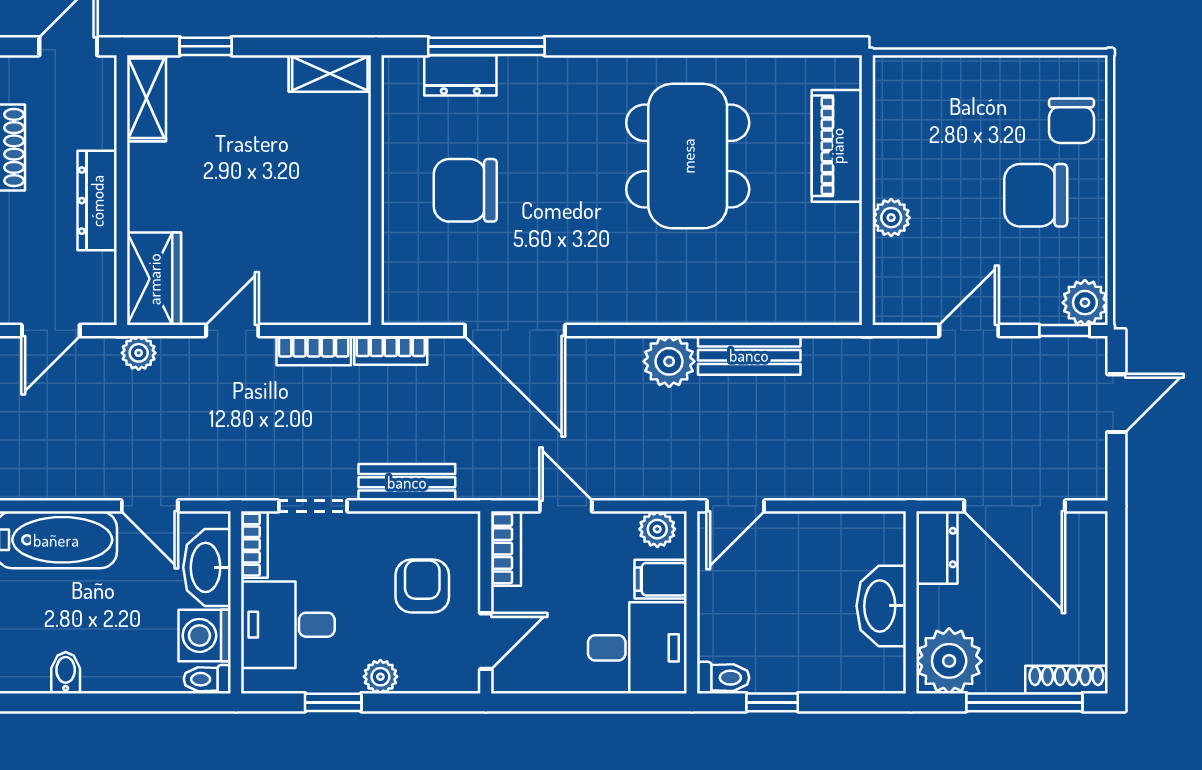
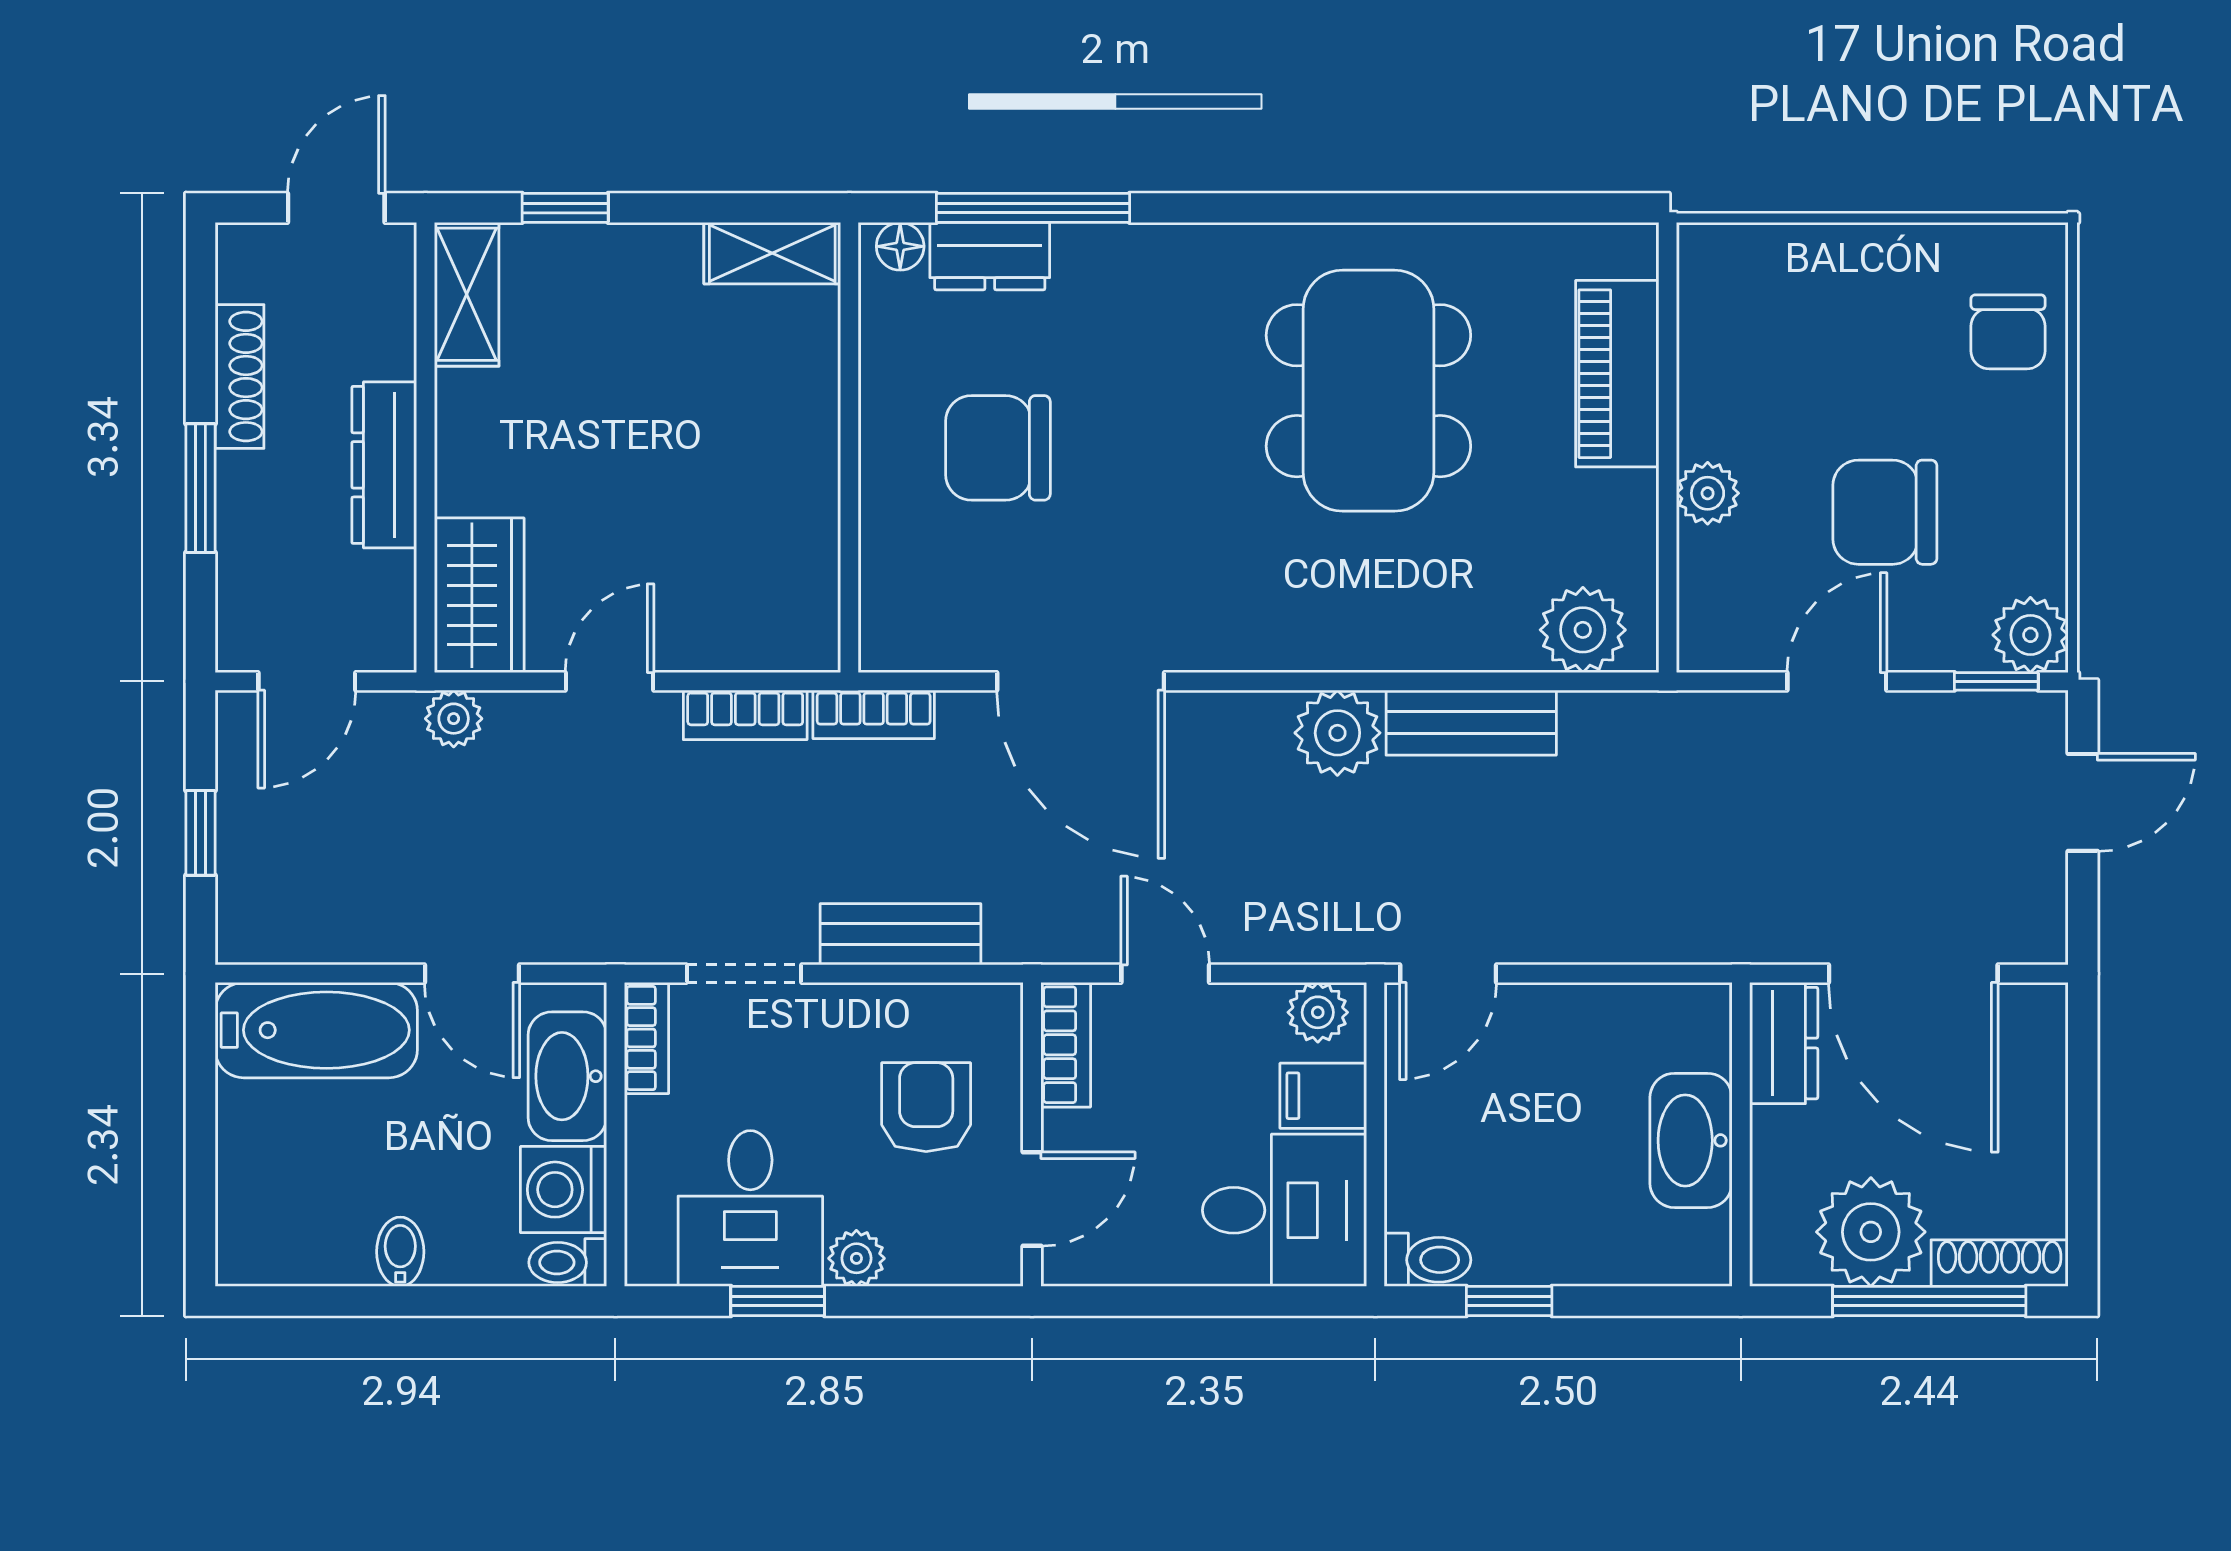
floor lamp: (407, 69) -> (900, 246), added
chair: (1036, 195) -> (1885, 512), moved
plant: (816, 300) -> (1583, 630), added
desk: (288, 625) -> (750, 1209), moved, turned -90
plant: (949, 661) -> (1871, 1232), moved
bidet: (66, 673) -> (400, 1252), moved

